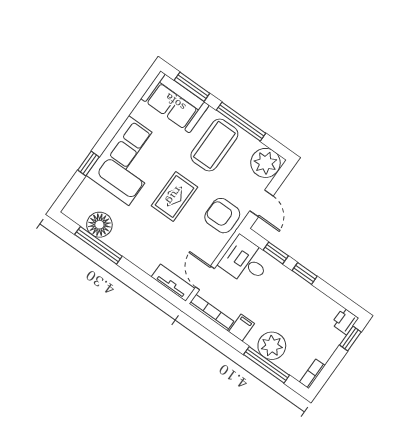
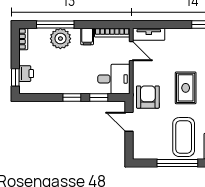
plant: (265, 163) -> (144, 148), removed
armchair: (222, 216) -> (148, 97), turned -90
printer: (345, 321) -> (26, 74), moved

